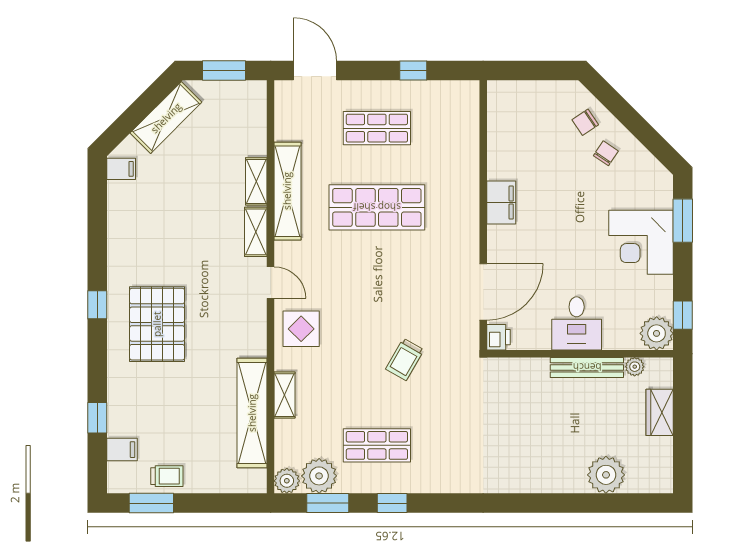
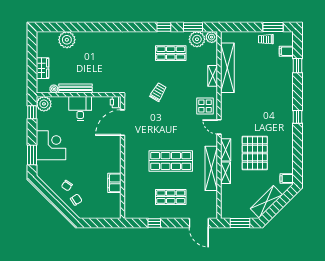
filing cabinet: (501, 203) -> (114, 183), moved
pallet: (157, 324) -> (255, 153), moved

